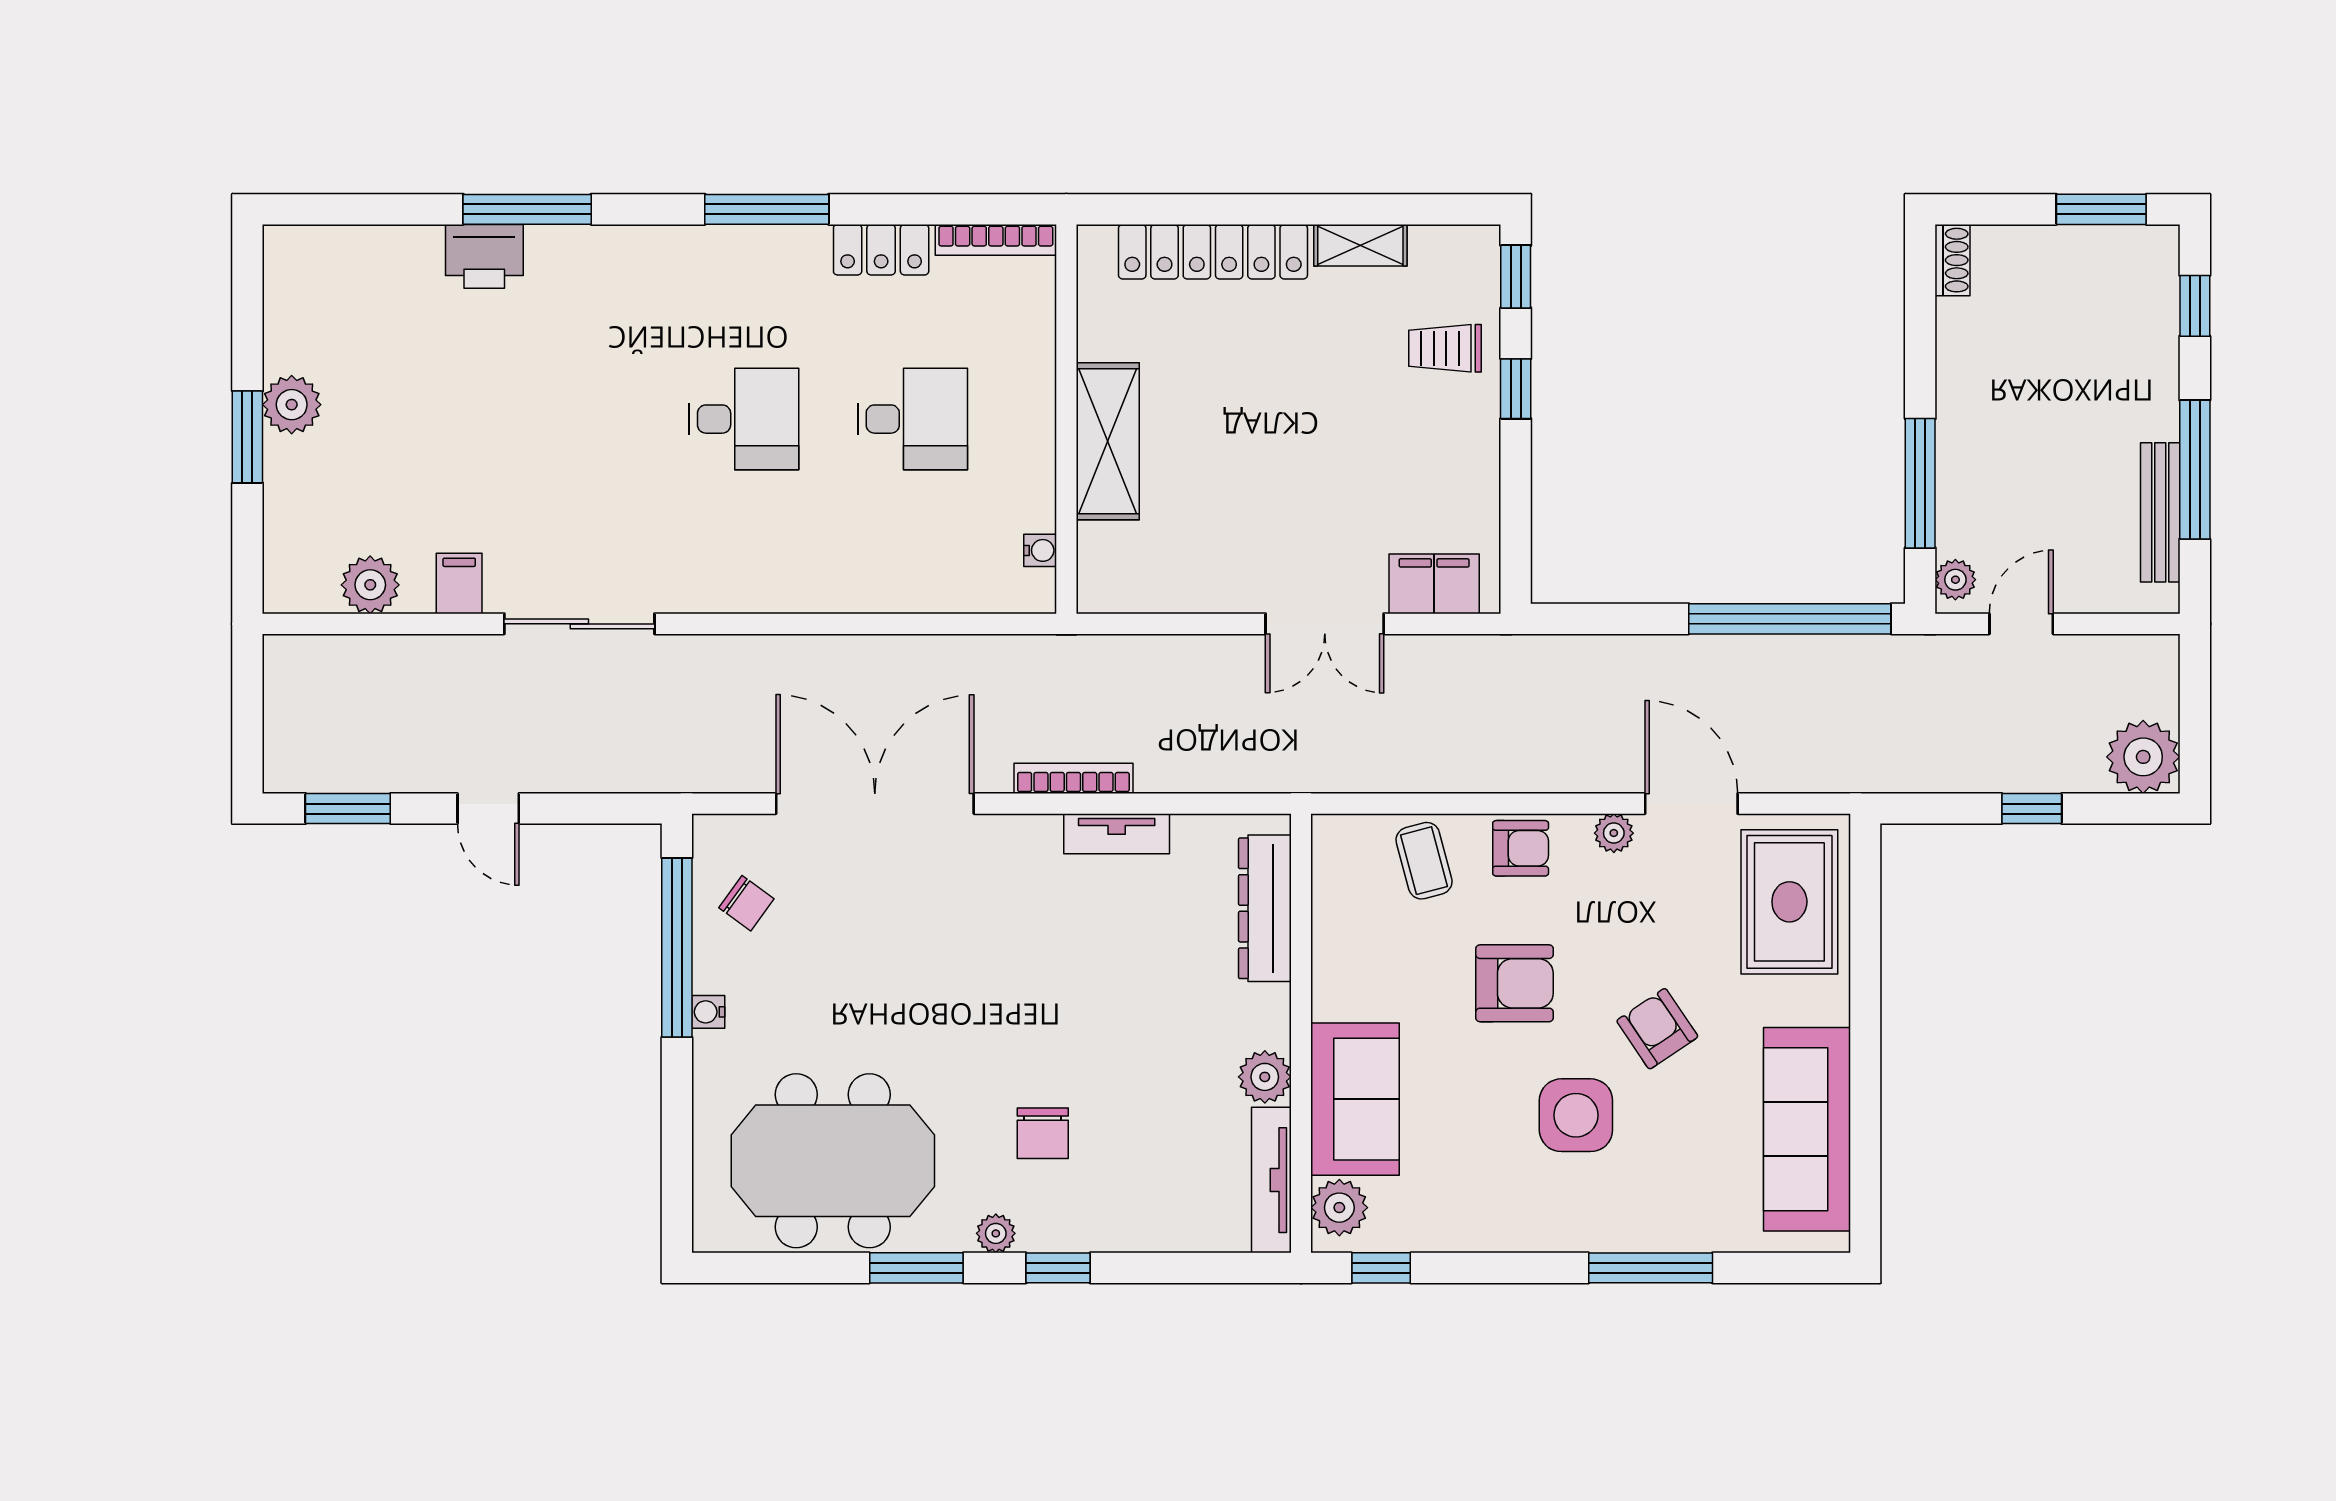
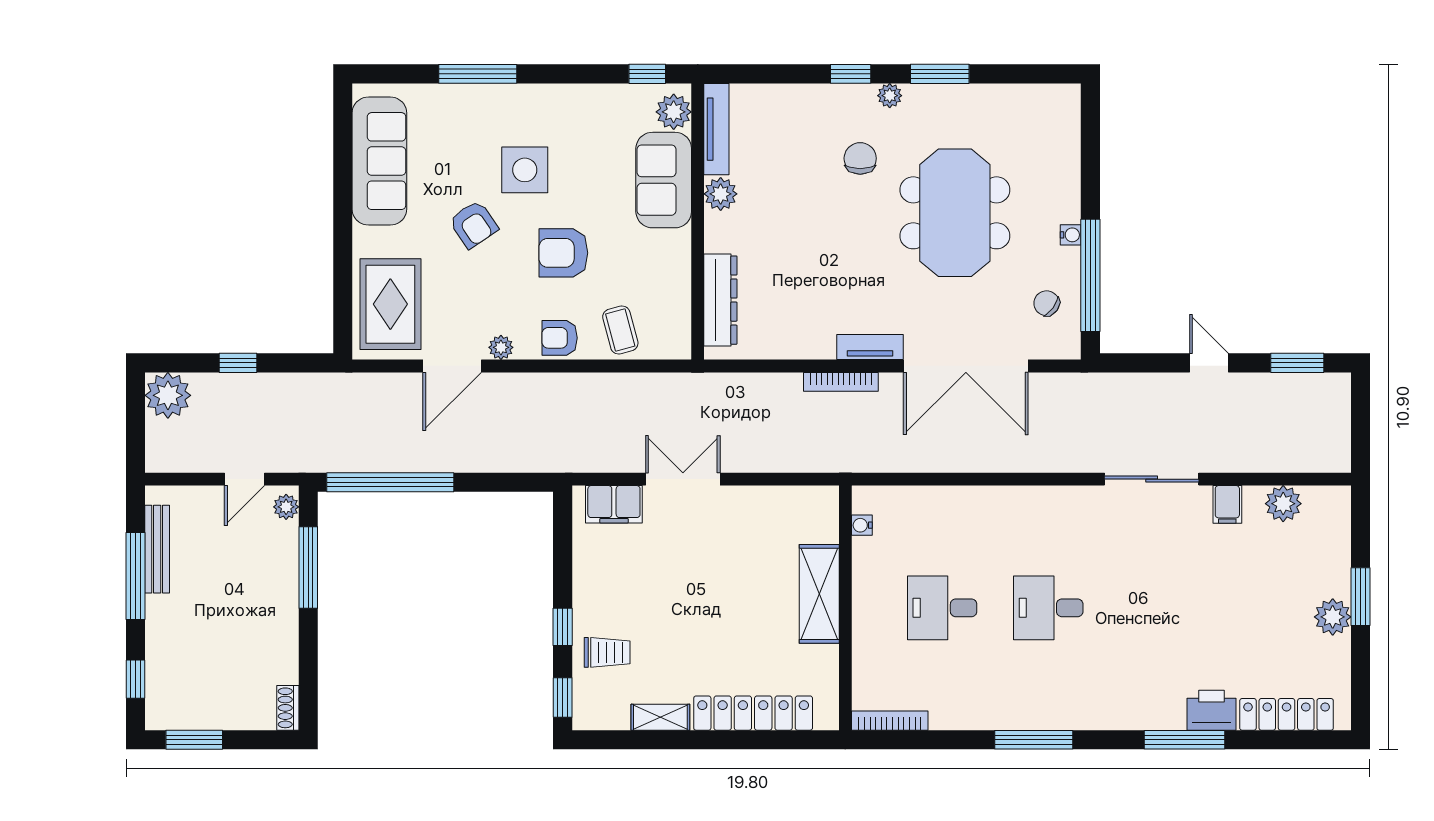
locker: (881, 250) -> (1287, 714), moved, width x1.53
door: (1691, 804) -> (452, 366), hinge flipped
tv unit: (1117, 834) -> (870, 347), moved
meeting table: (833, 1161) -> (955, 213), moved, turned 90

